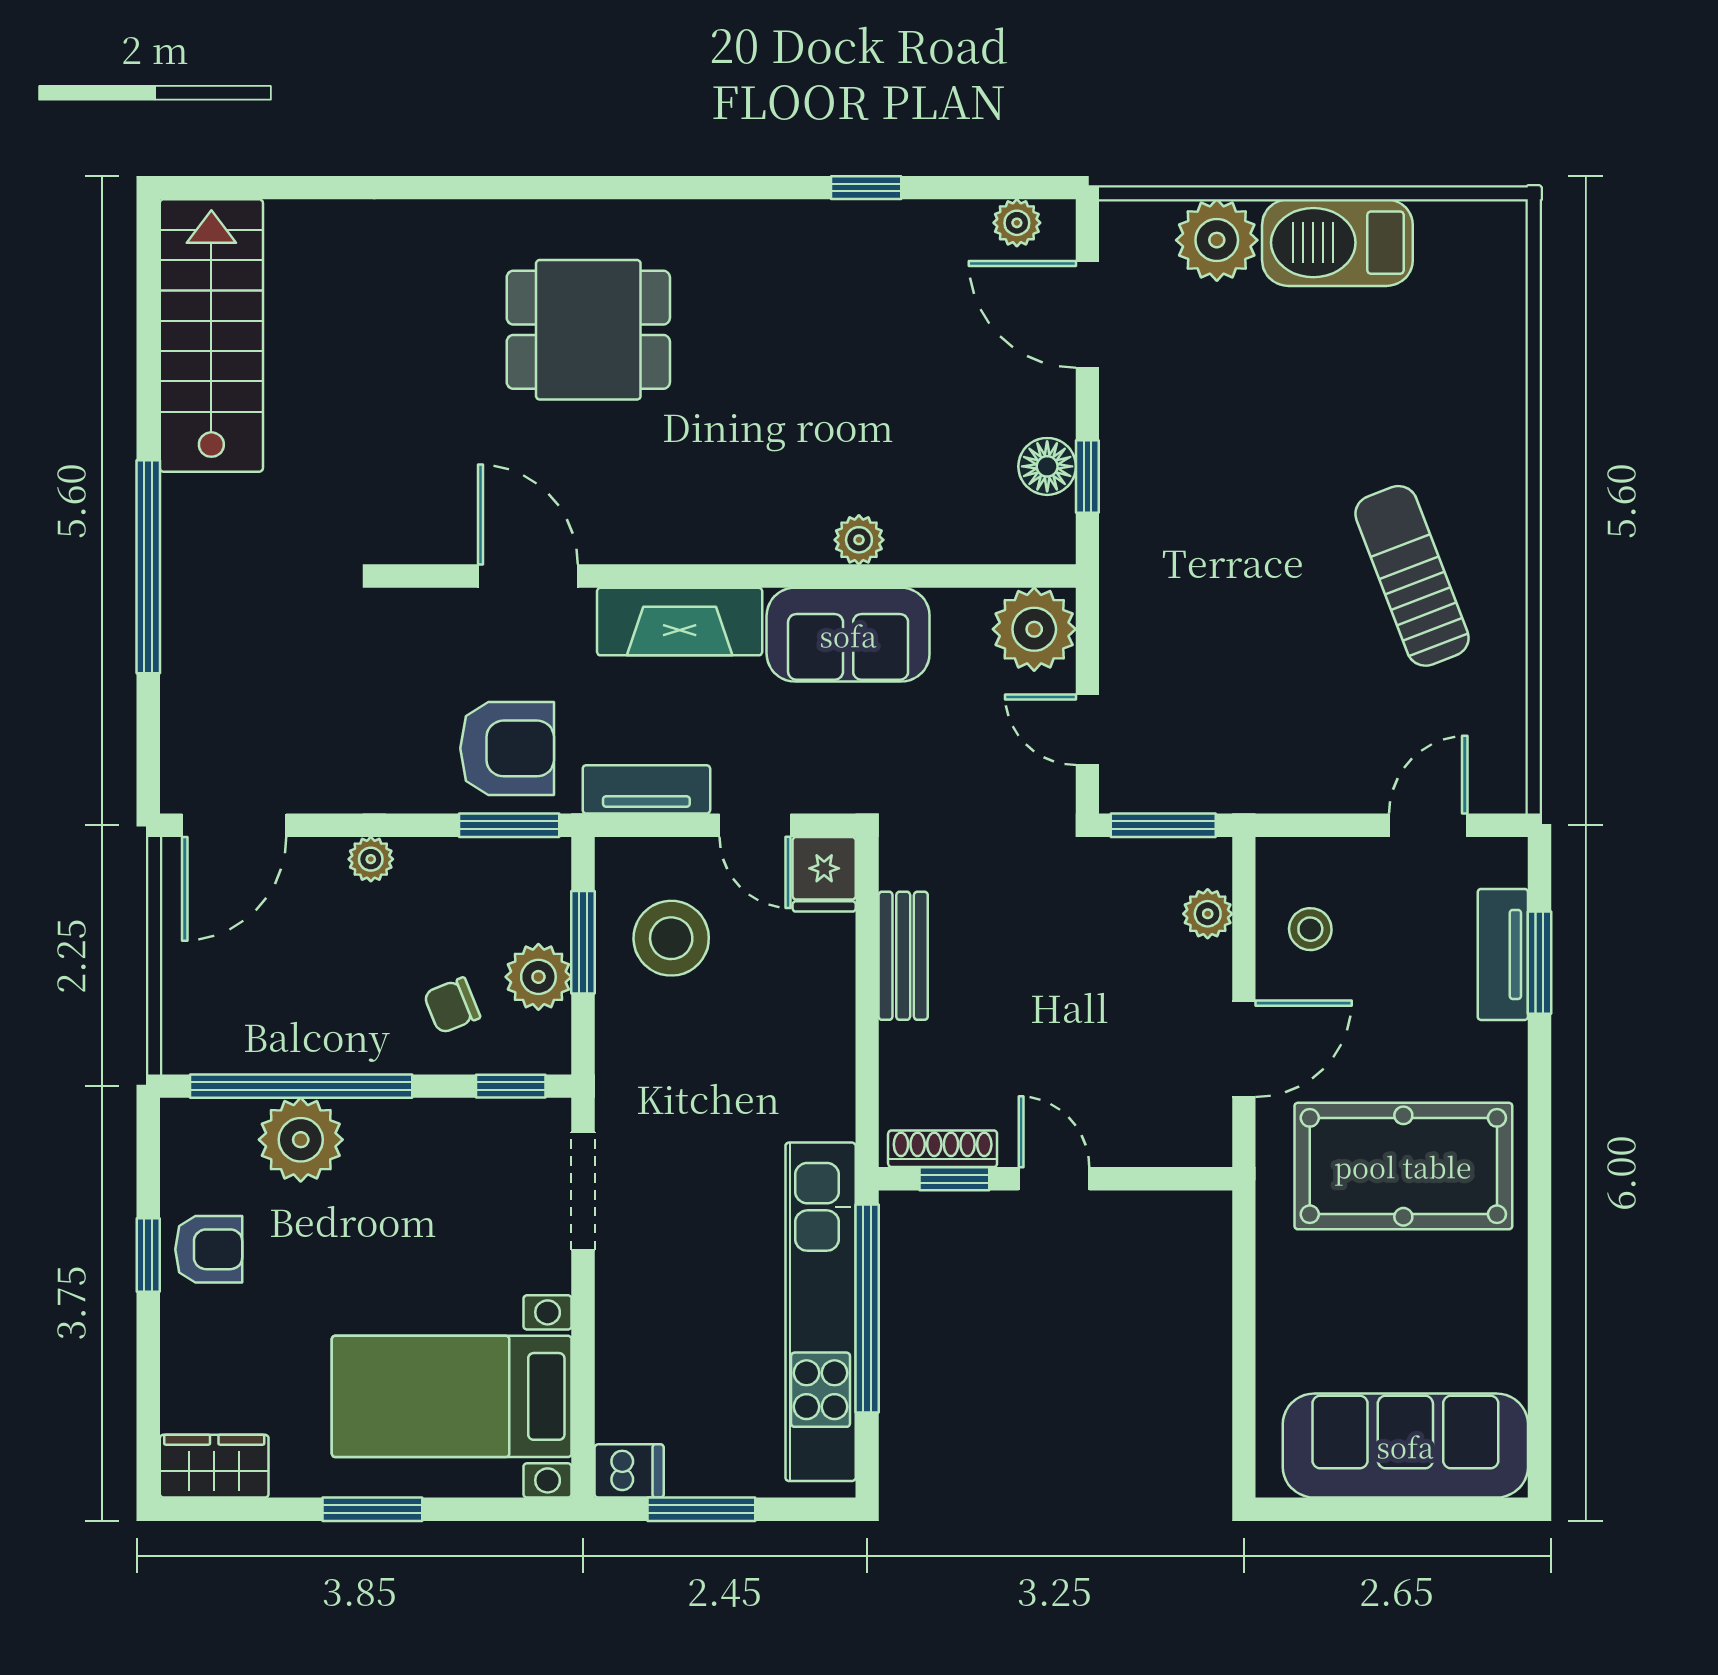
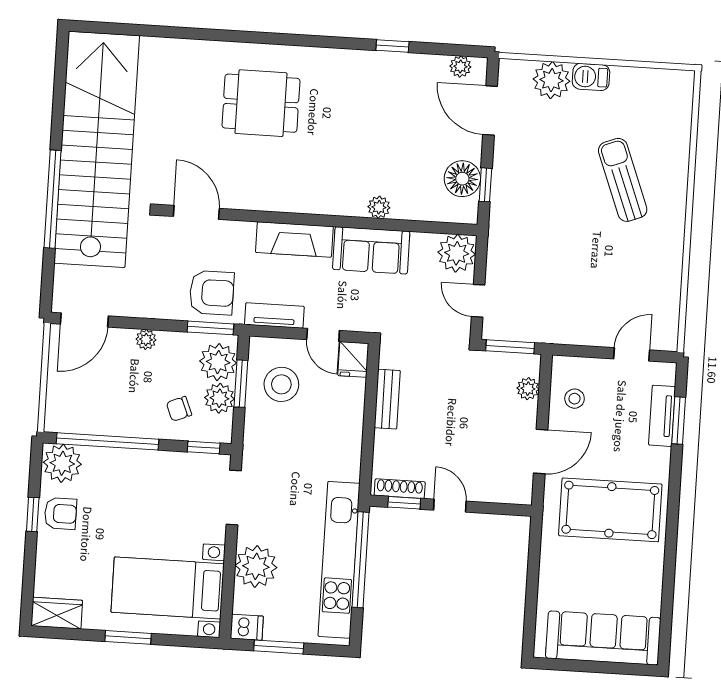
barbecue: (1337, 243) -> (591, 77), width x0.53, depth x0.65
stairs: (211, 336) -> (97, 149), width x1.86, depth x1.51
floor lamp: (1047, 466) -> (462, 179), width x1.38, depth x1.38
door: (528, 576) -> (196, 212), moved
sun lounger: (1412, 576) -> (623, 180), moved
plant: (531, 898) -> (218, 362), added
plant: (301, 1140) -> (62, 463), moved
plant: (641, 1337) -> (256, 566), added

